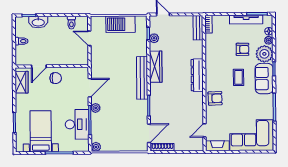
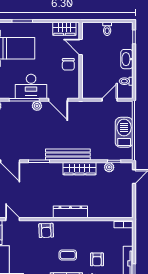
washbasin: (38, 22) -> (127, 59), moved
bench: (198, 28) -> (120, 213), removed
desk: (77, 124) -> (31, 86), moved

